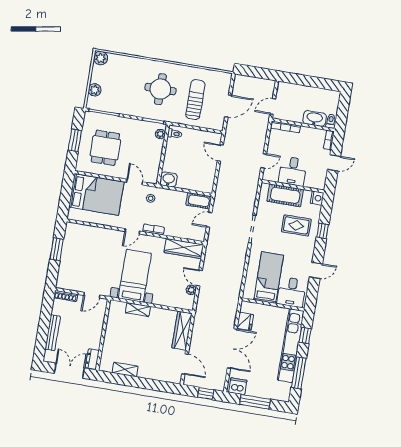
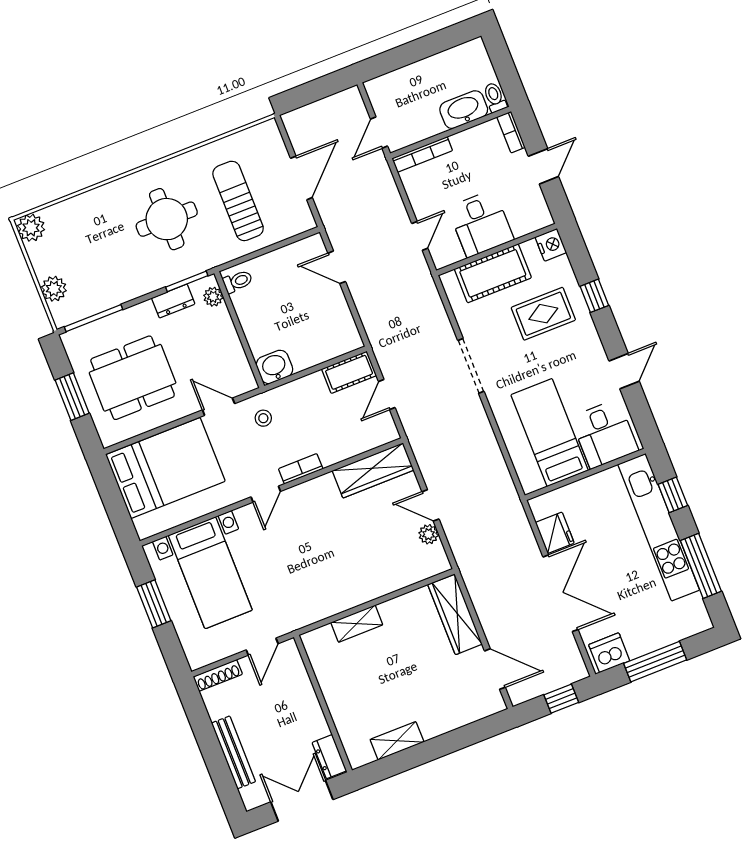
dresser: (142, 126) -> (173, 301), added
dining table: (105, 148) -> (133, 378), width x1.38
bed with nightstands: (135, 276) -> (210, 573), moved, turned 180

